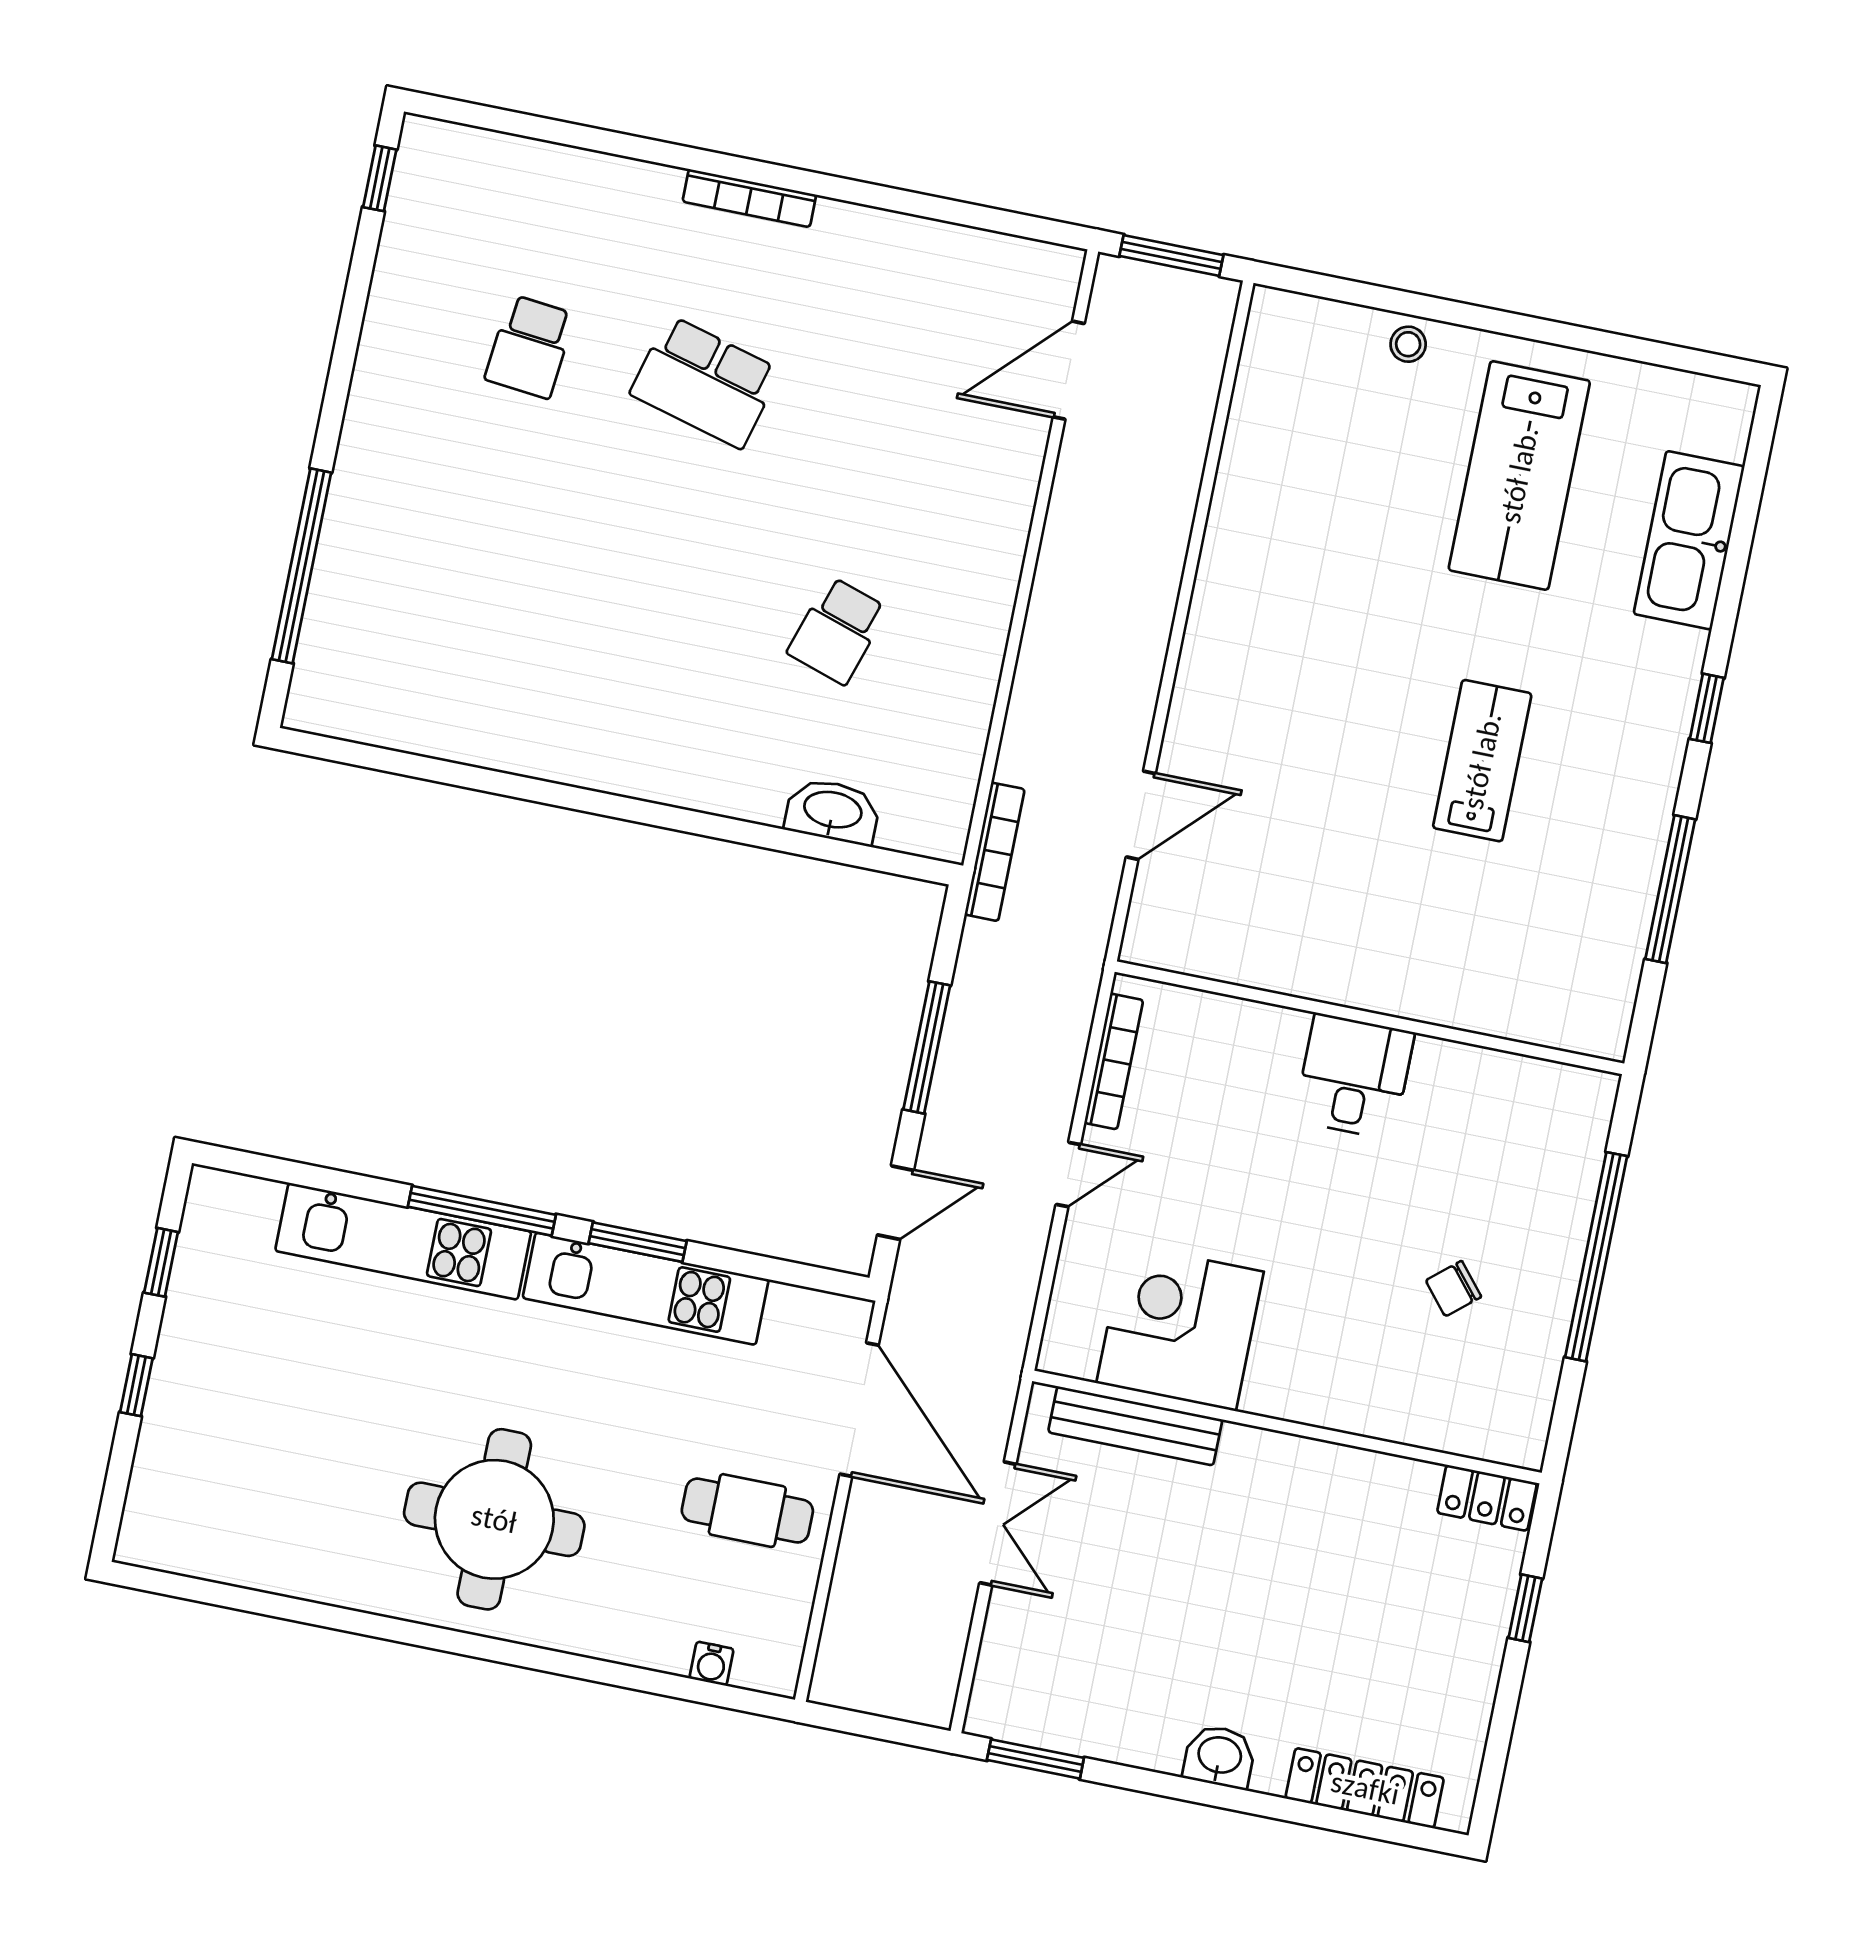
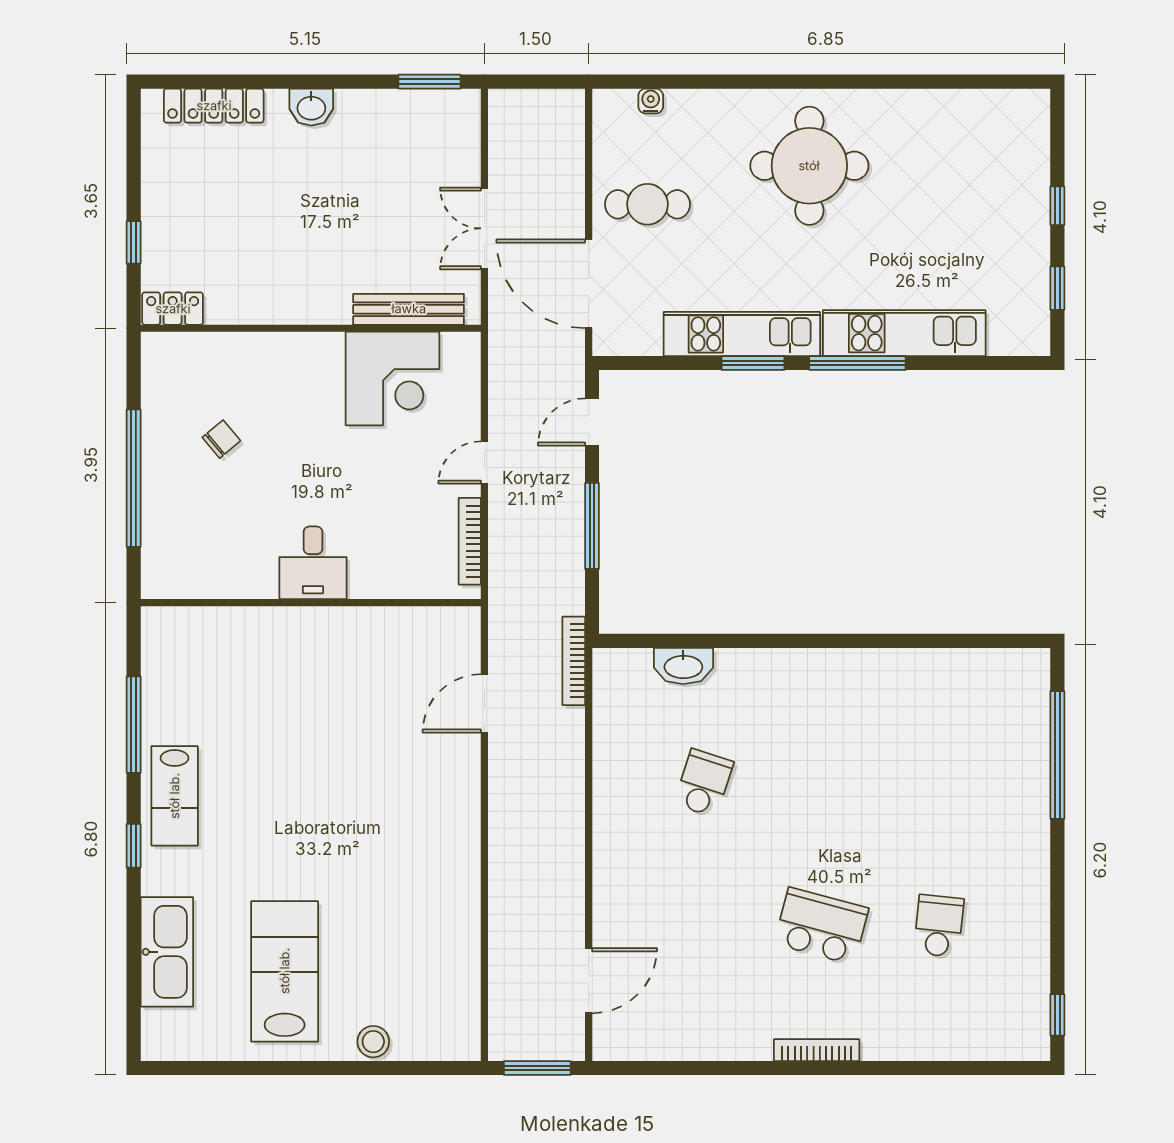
stool: (1408, 344) -> (373, 1042), width x1.37, depth x1.37
lab bench: (1482, 761) -> (175, 796), moved

